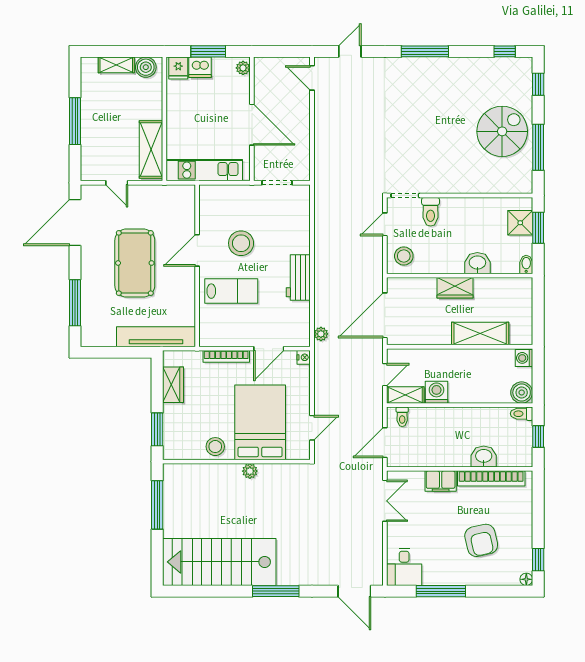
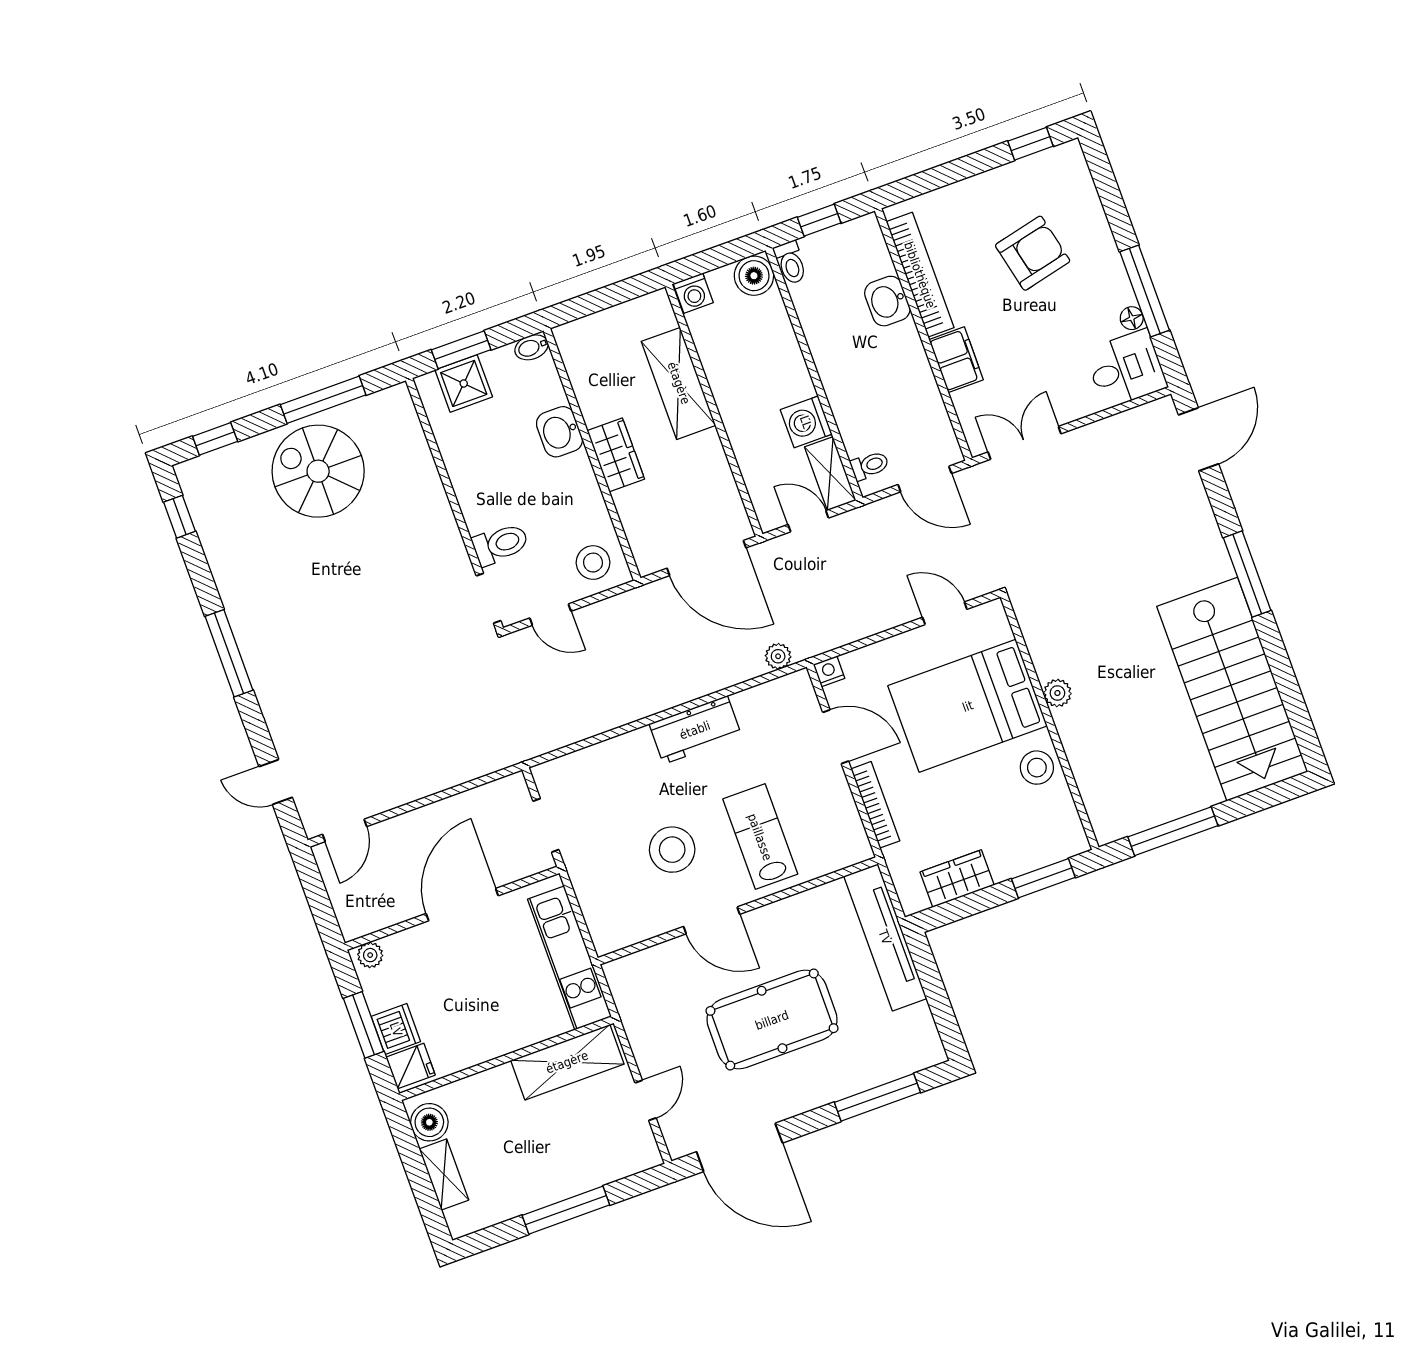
floor lamp: (526, 579) -> (1132, 318), moved

